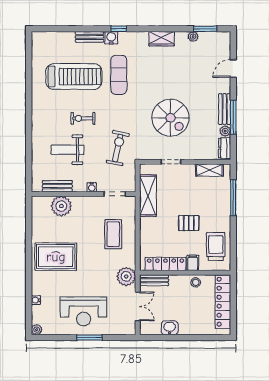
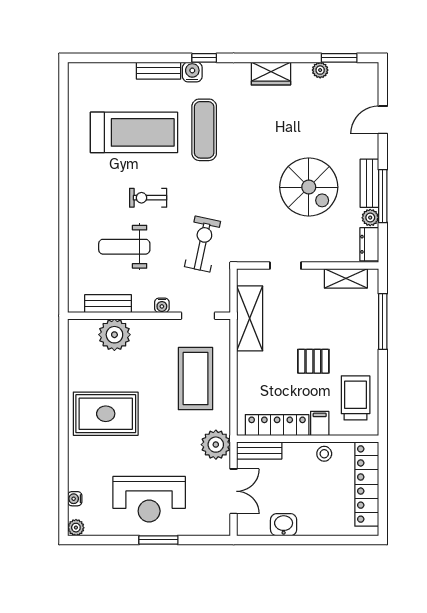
spiral stairs: (171, 118) -> (309, 187), moved
coffee table: (113, 234) -> (196, 379), width x1.36, depth x1.32
water cooler: (36, 300) -> (75, 499), moved

